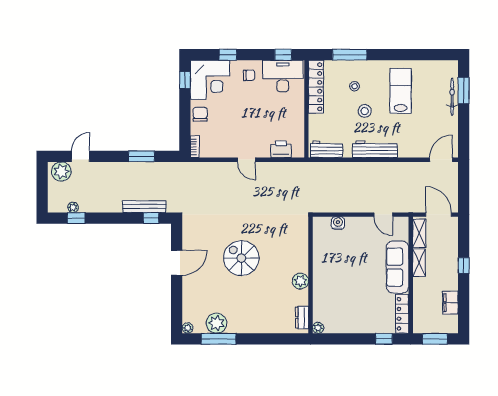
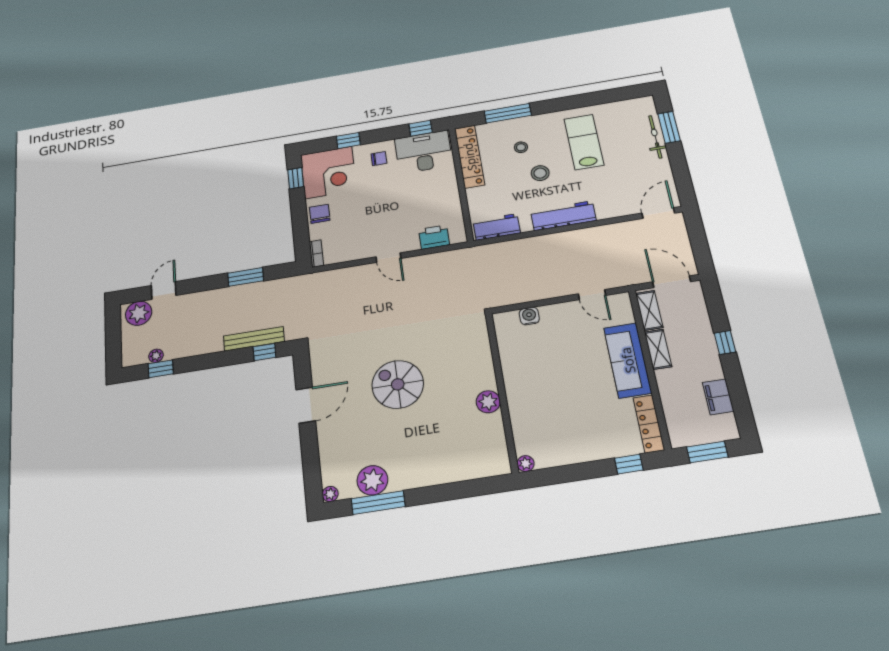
dresser: (302, 318) -> (499, 453), removed

